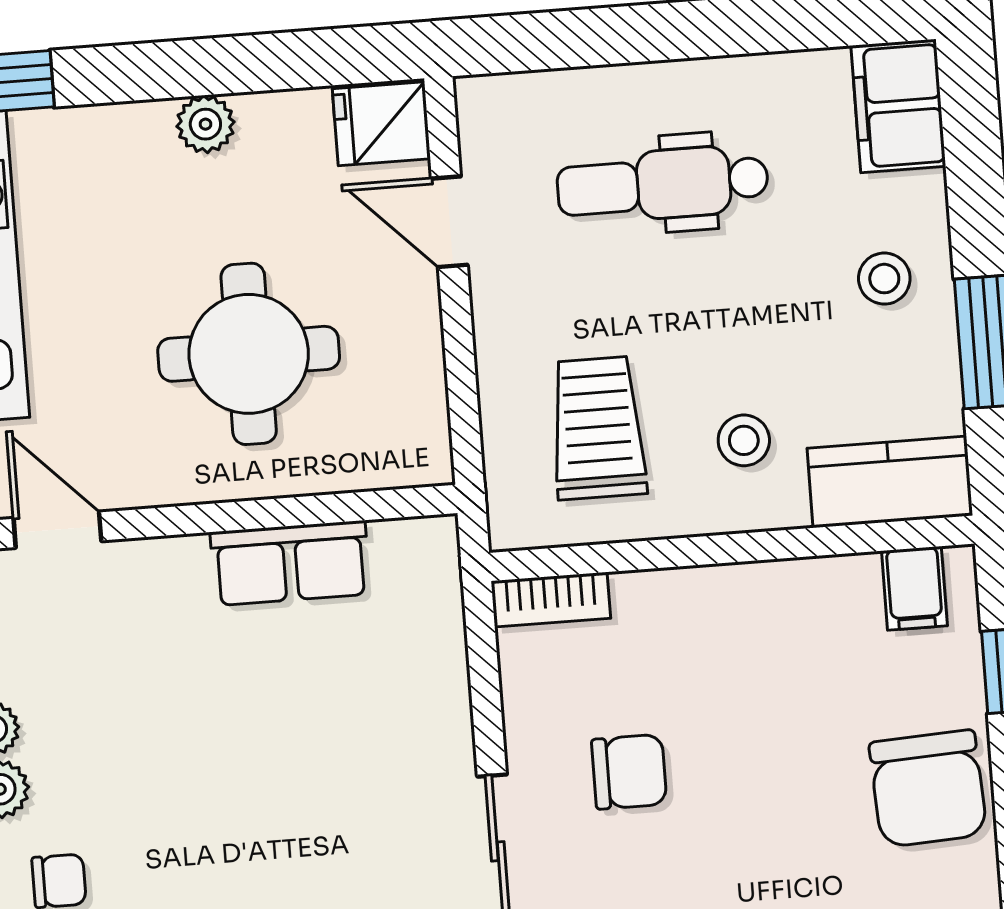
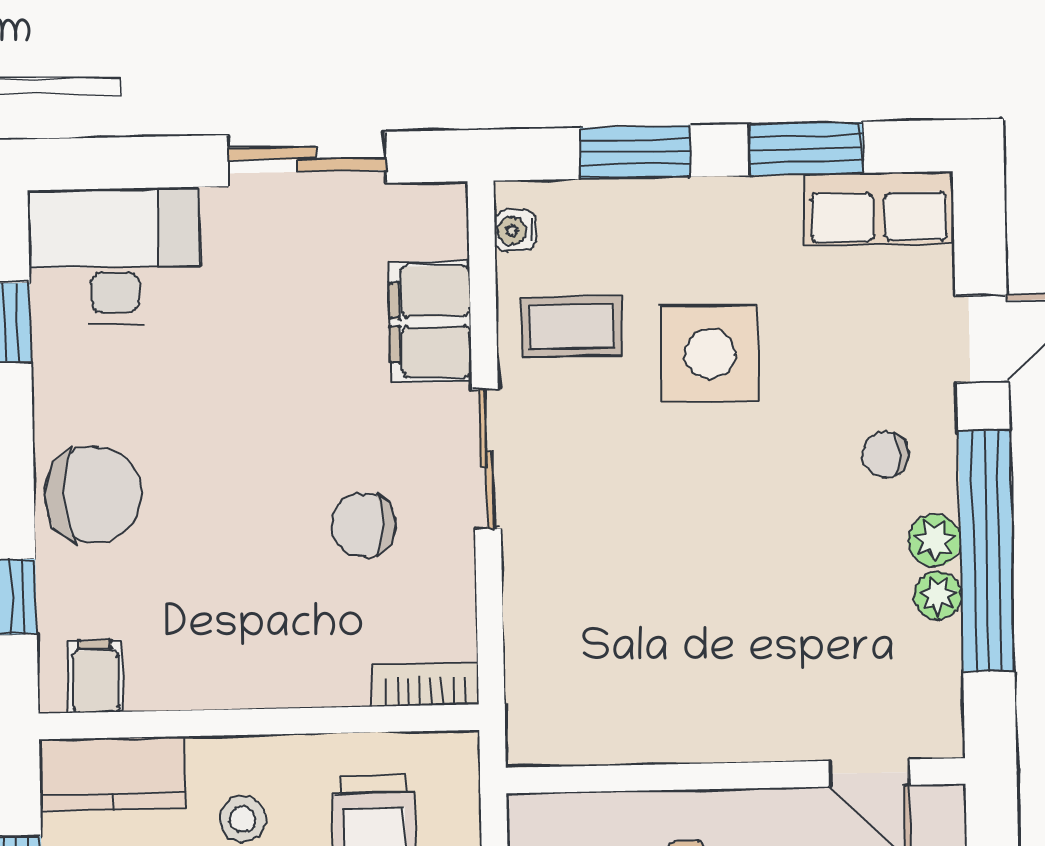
row of seats: (290, 563) -> (660, 731), removed
chair: (928, 789) -> (93, 494), turned 93

